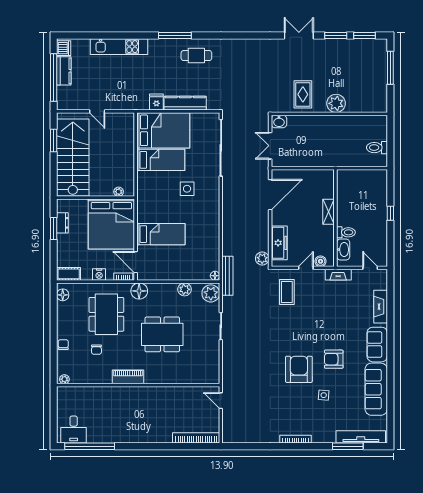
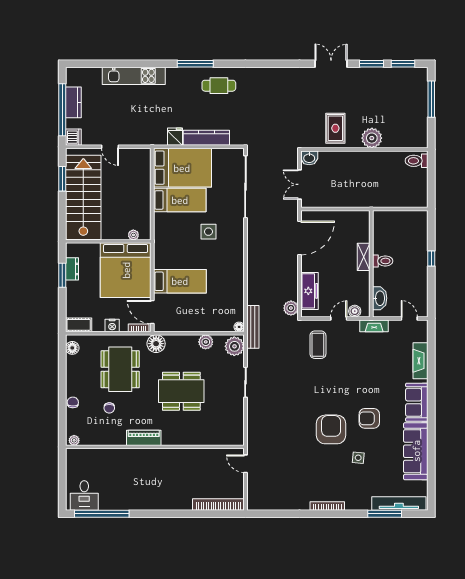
dishwasher: (64, 48) -> (73, 137), moved
toilet: (377, 148) -> (417, 161), moved
toilet: (346, 232) -> (383, 261), moved

